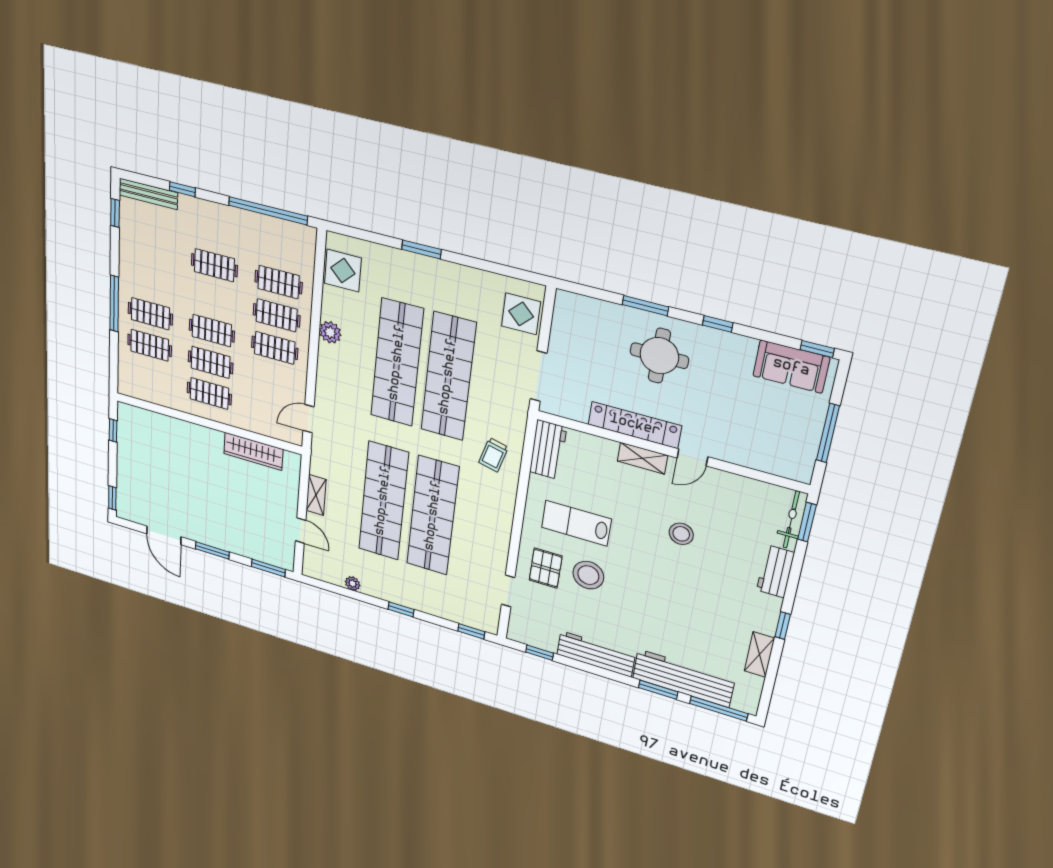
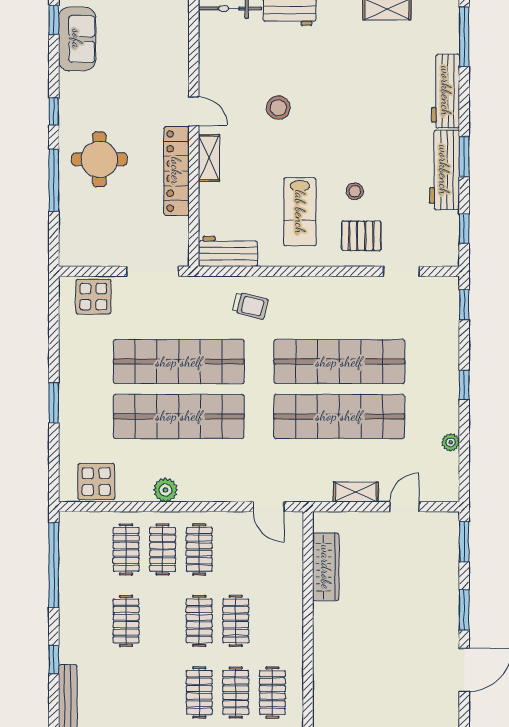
window: (645, 306) -> (54, 180), width x1.44
clothes rail: (209, 393) -> (272, 692), moved
stool: (588, 575) -> (355, 191), width x0.53, depth x0.53
workbench: (683, 678) -> (446, 91), width x0.73, depth x0.76
window: (658, 690) -> (464, 157), moved

